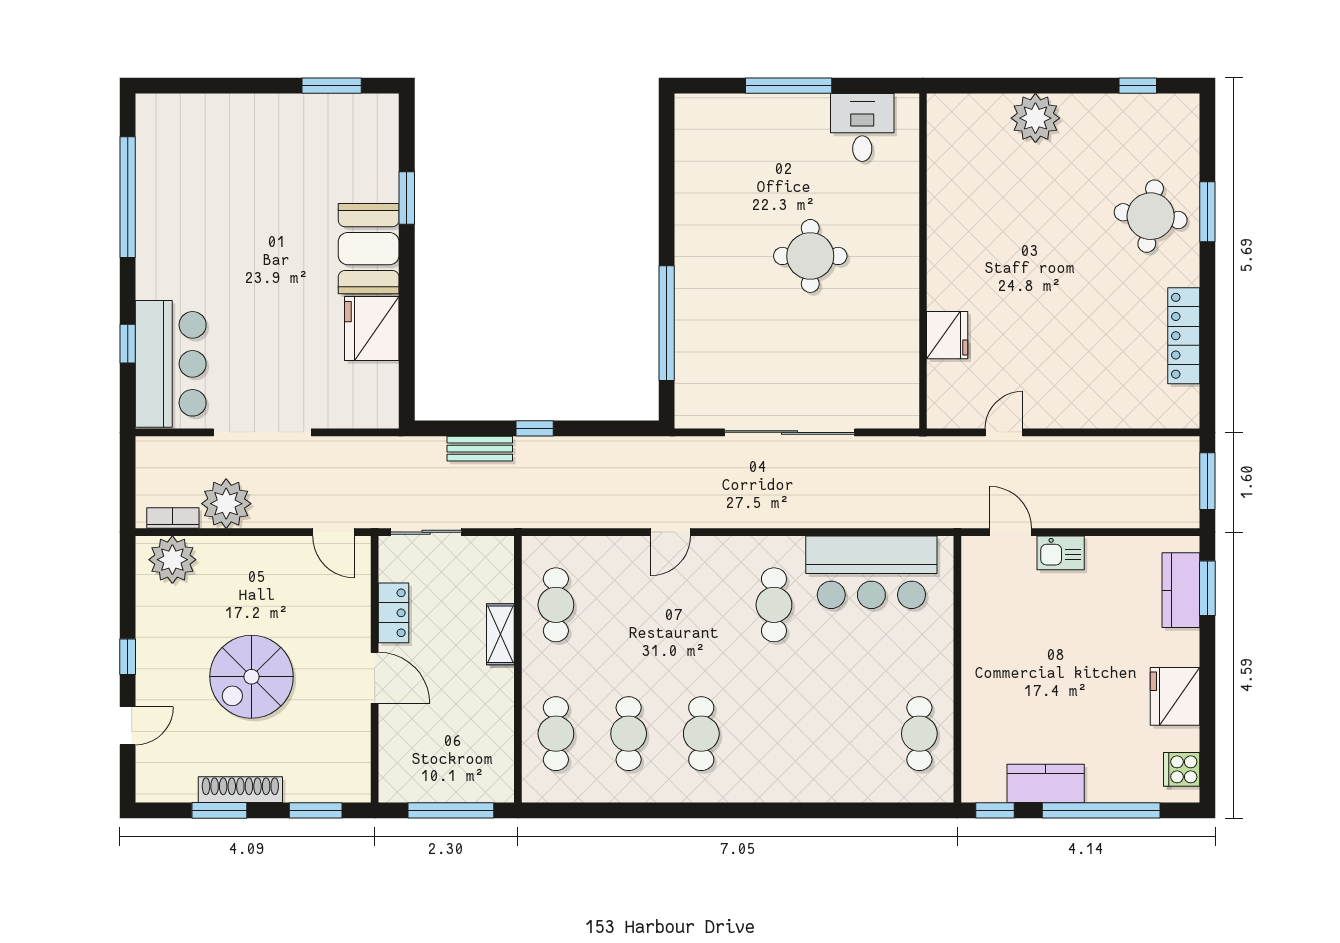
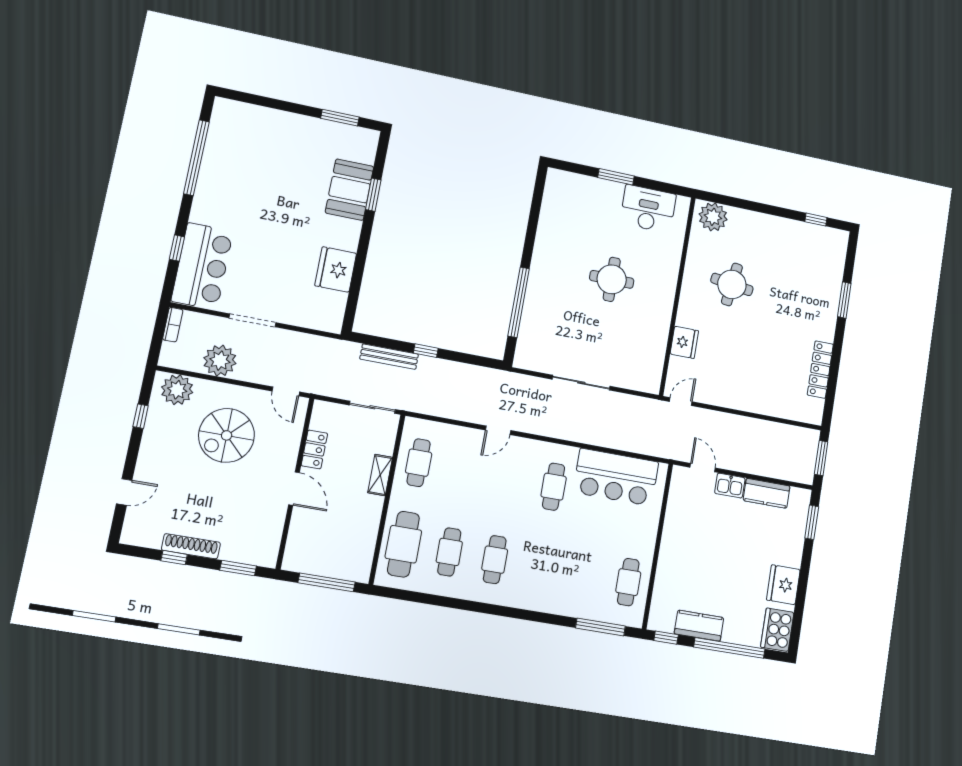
window: (789, 86) -> (616, 177), width x0.69
plant: (1035, 118) -> (713, 217), moved
desk: (862, 128) -> (648, 209), width x1.37
round table: (1151, 216) -> (732, 284), moved
booth: (369, 249) -> (350, 190), moved
doorway: (262, 432) -> (253, 320), width x0.73
sliding door: (790, 432) -> (581, 383), width x0.73
door: (1004, 432) -> (681, 402), moved
bench: (480, 449) -> (389, 357), width x1.36
bookcase: (173, 518) -> (173, 325), moved, turned 90
sliding door: (426, 532) -> (372, 407), moved
kitchen counter: (1181, 590) -> (767, 493), moved, turned -90
window: (128, 657) -> (141, 416), moved
spiral stairs: (251, 677) -> (227, 435), moved
cafe table: (556, 734) -> (403, 544), width x1.37, depth x1.35
cooker: (1182, 769) -> (777, 630), width x1.87, depth x1.31
window: (219, 810) -> (174, 558), width x0.67
window: (887, 810) -> (600, 627), added

